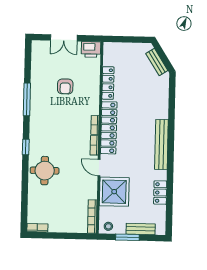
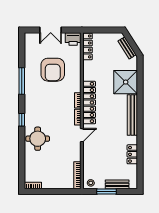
locker: (108, 83) -> (88, 46), moved
armchair: (65, 86) -> (53, 70), width x1.88, depth x1.88
door: (99, 168) -> (82, 135), swing flipped
shower: (114, 192) -> (126, 82), moved

